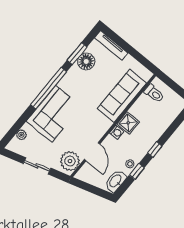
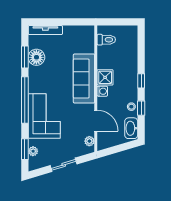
sofa: (122, 96) -> (84, 78), moved
window: (16, 128) -> (25, 149), added
plant: (70, 161) -> (89, 141), width x0.53, depth x0.53

